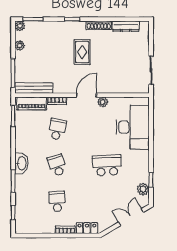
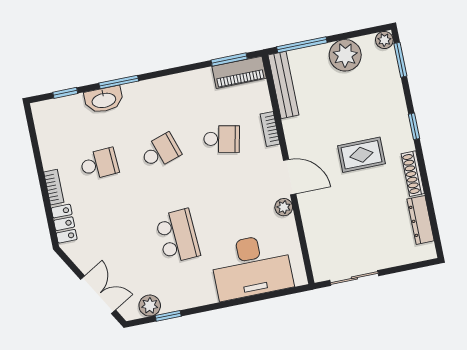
plant: (20, 45) -> (345, 55), width x1.88, depth x1.88
piano: (32, 104) -> (239, 72), moved, turned -90
washbasin: (21, 163) -> (104, 100), moved

